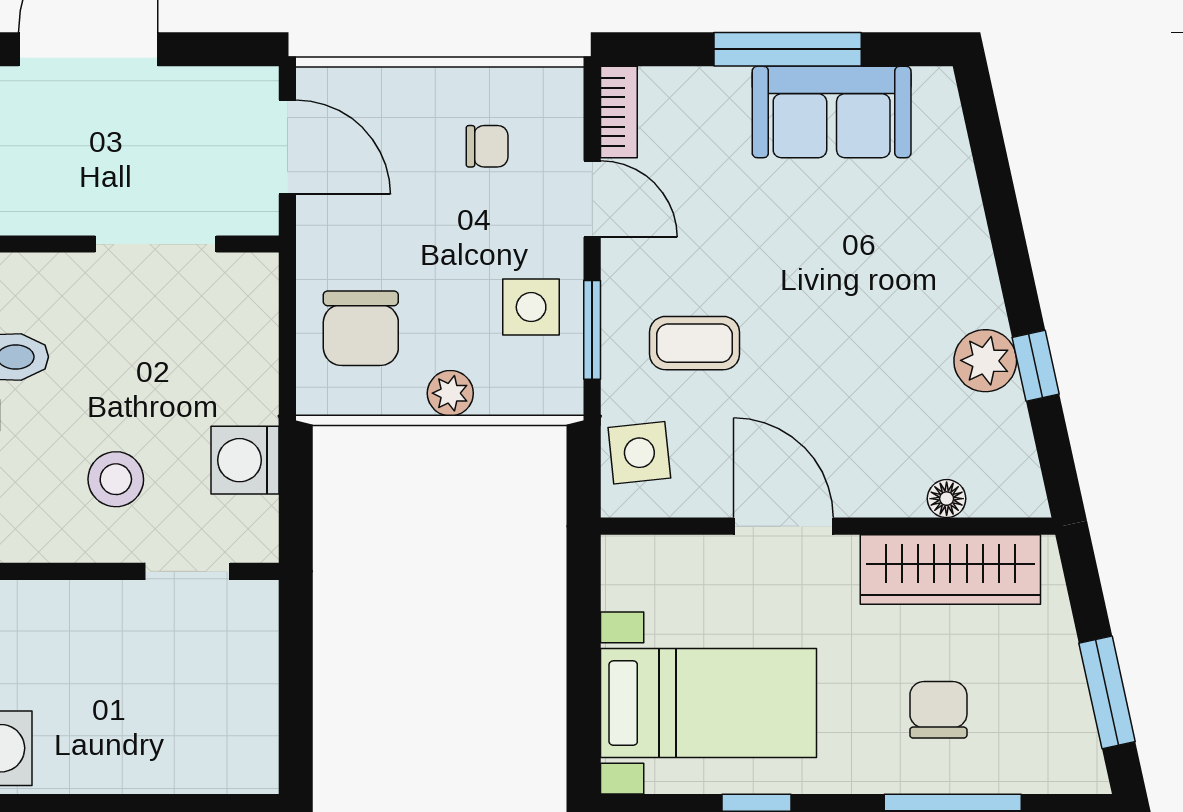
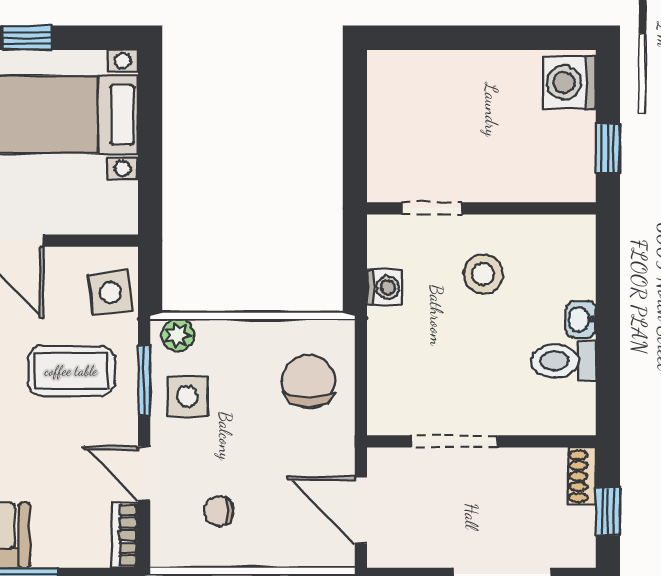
coffee table: (694, 343) -> (71, 371), width x1.36, depth x1.30
plant: (450, 393) -> (178, 335), moved
washing machine: (245, 460) -> (384, 288), width x0.73, depth x0.73

